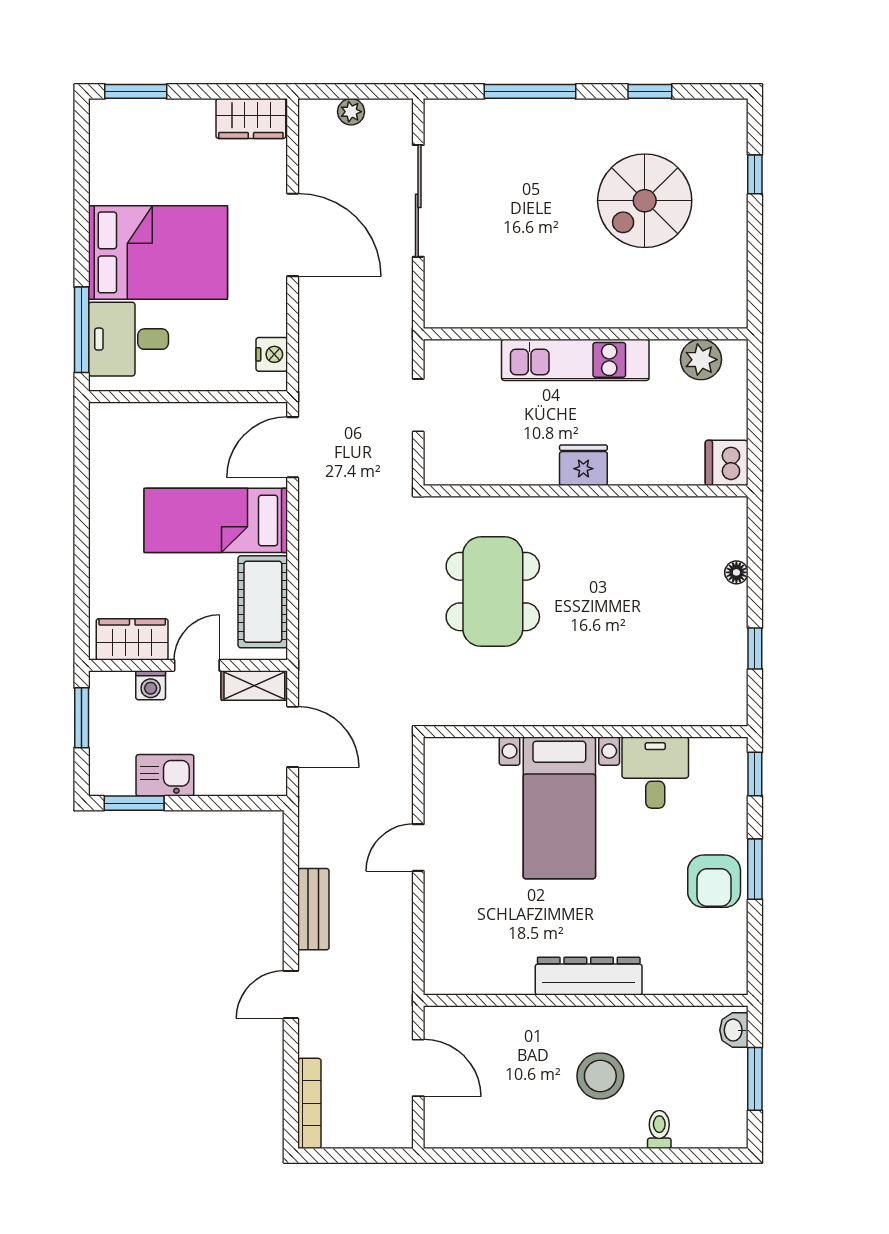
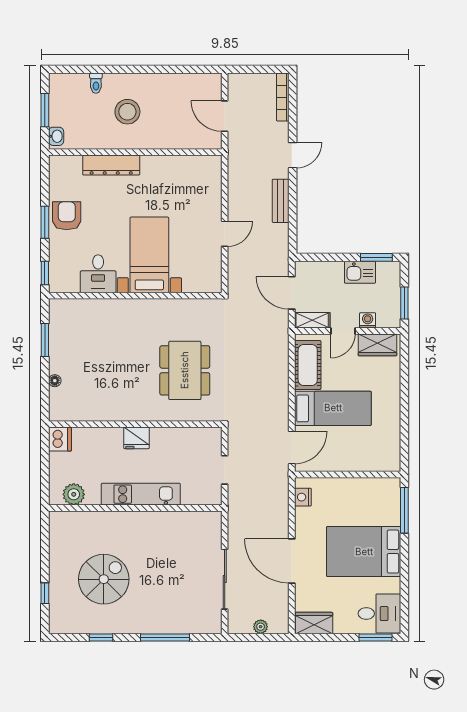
desk: (128, 339) -> (379, 614), moved
window: (755, 648) -> (45, 340), width x1.50
dresser: (589, 976) -> (111, 165), moved

